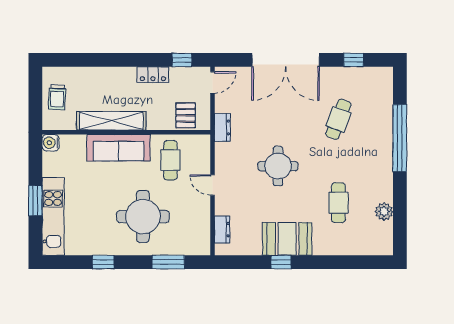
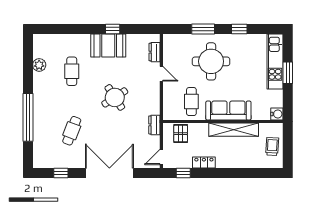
round table: (278, 166) -> (115, 97), turned -33
door: (213, 185) -> (161, 74), moved
window: (168, 262) -> (203, 29), moved

